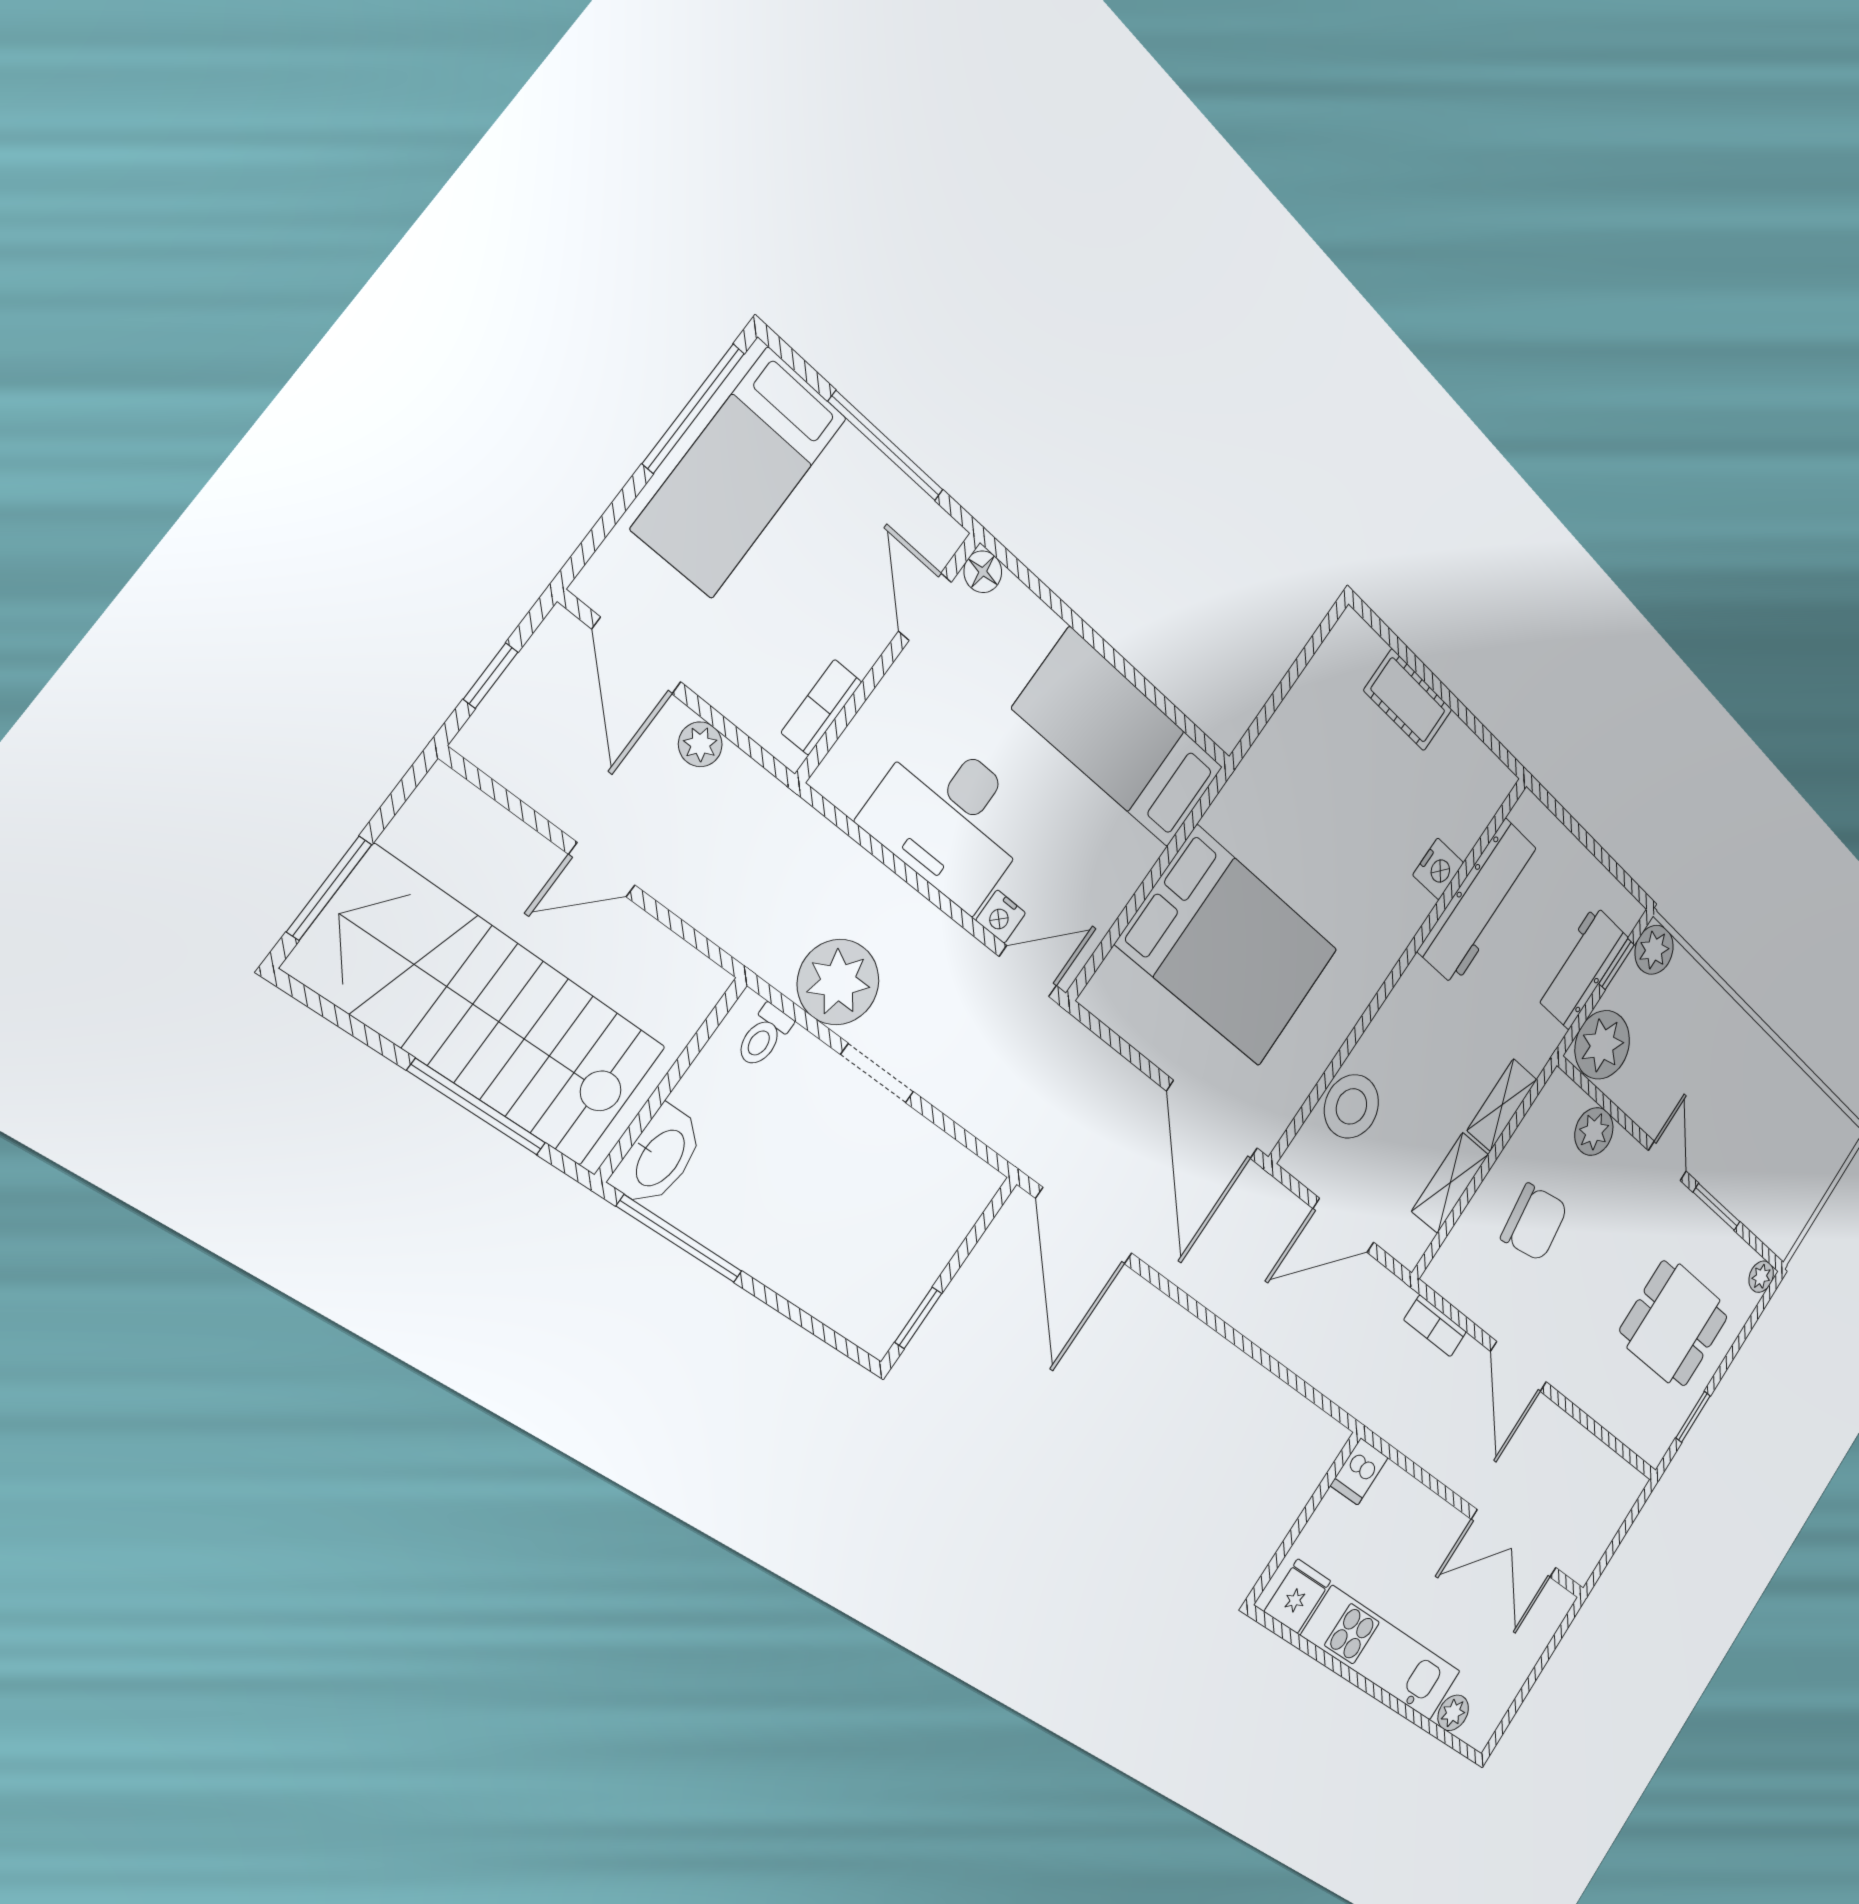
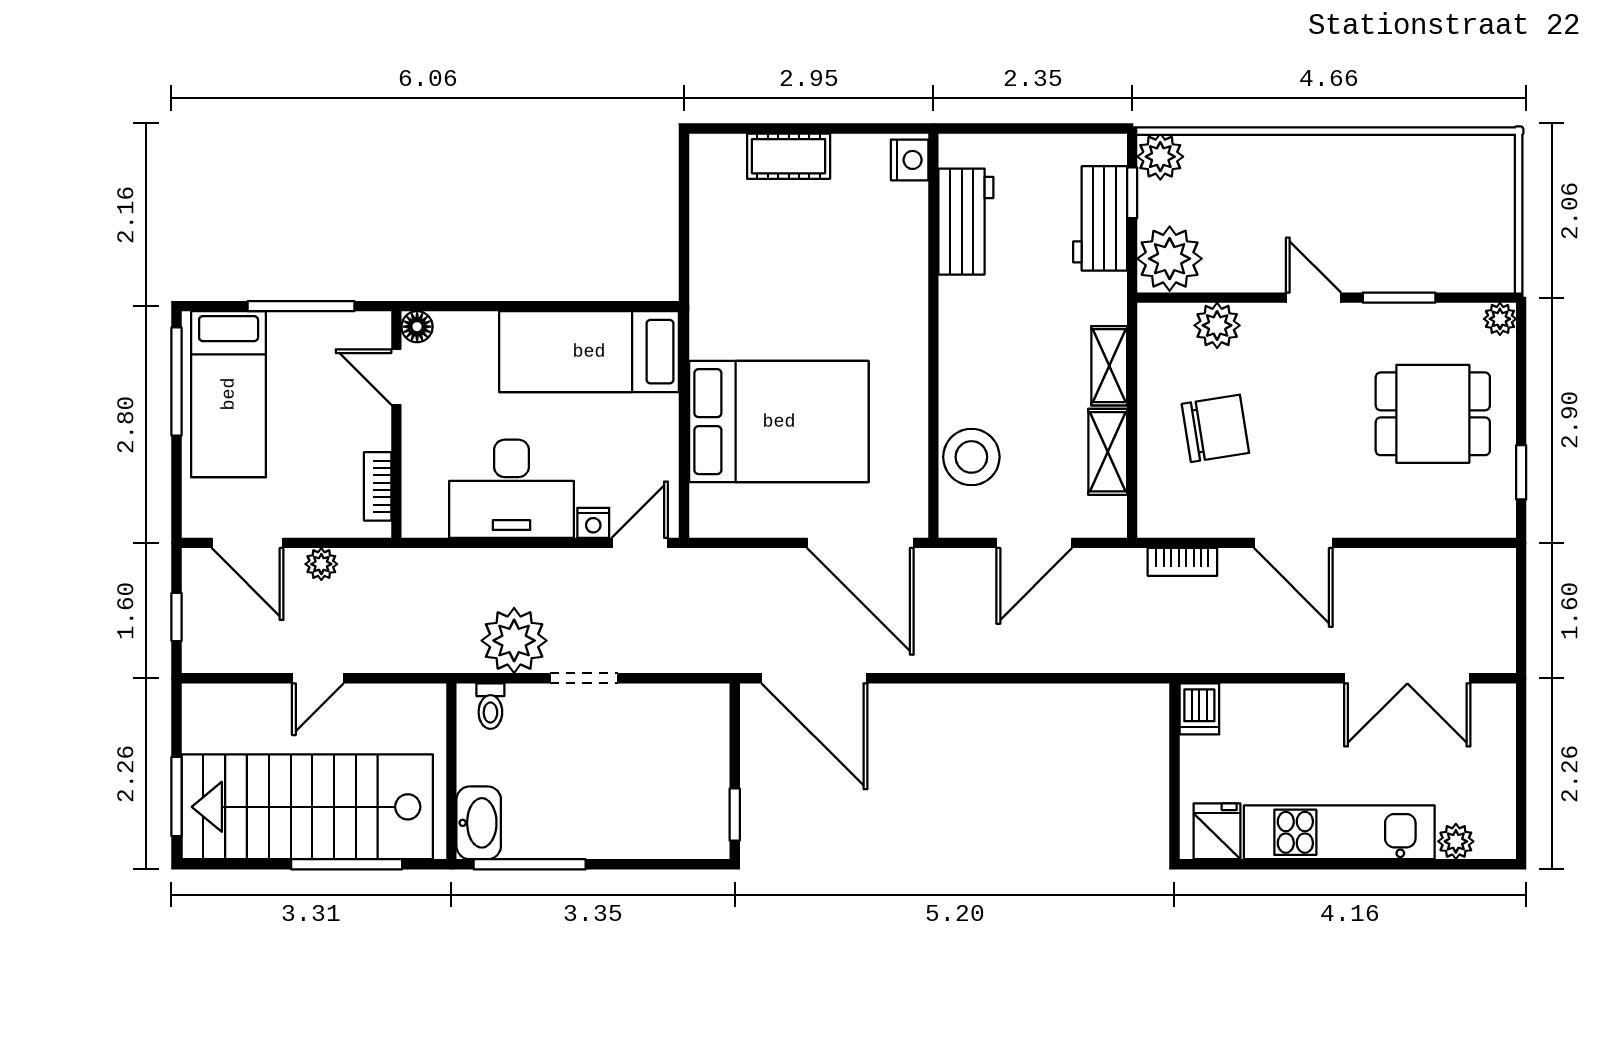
nightstand: (1438, 869) -> (910, 160), moved
workbench: (1480, 902) -> (966, 222), width x0.73

